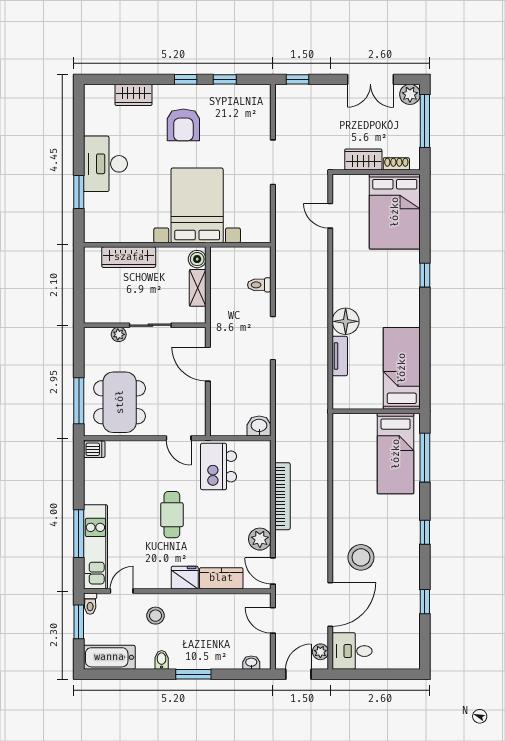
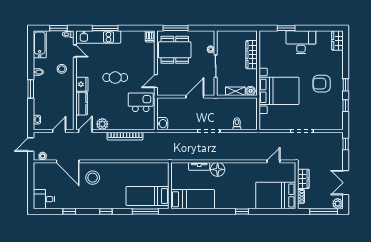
wardrobe: (133, 95) -> (337, 41), moved
desk: (352, 651) -> (44, 199), moved, turned -90
door: (298, 674) -> (31, 144), swing flipped

